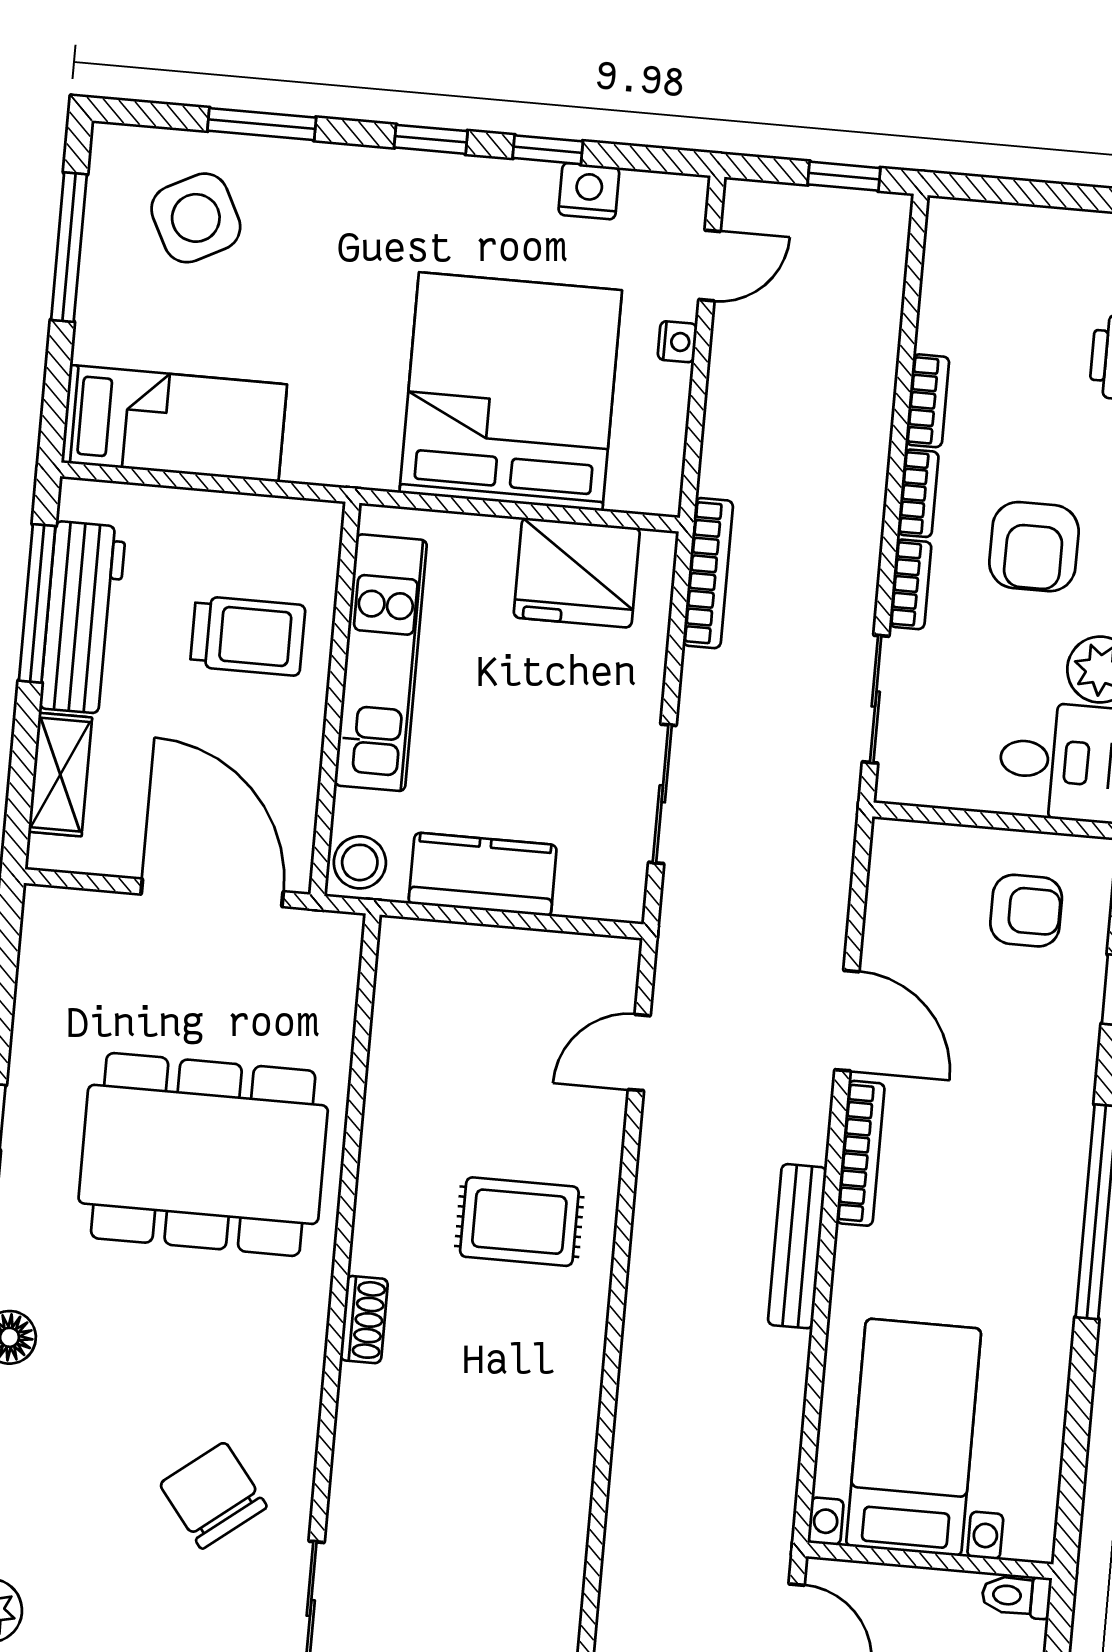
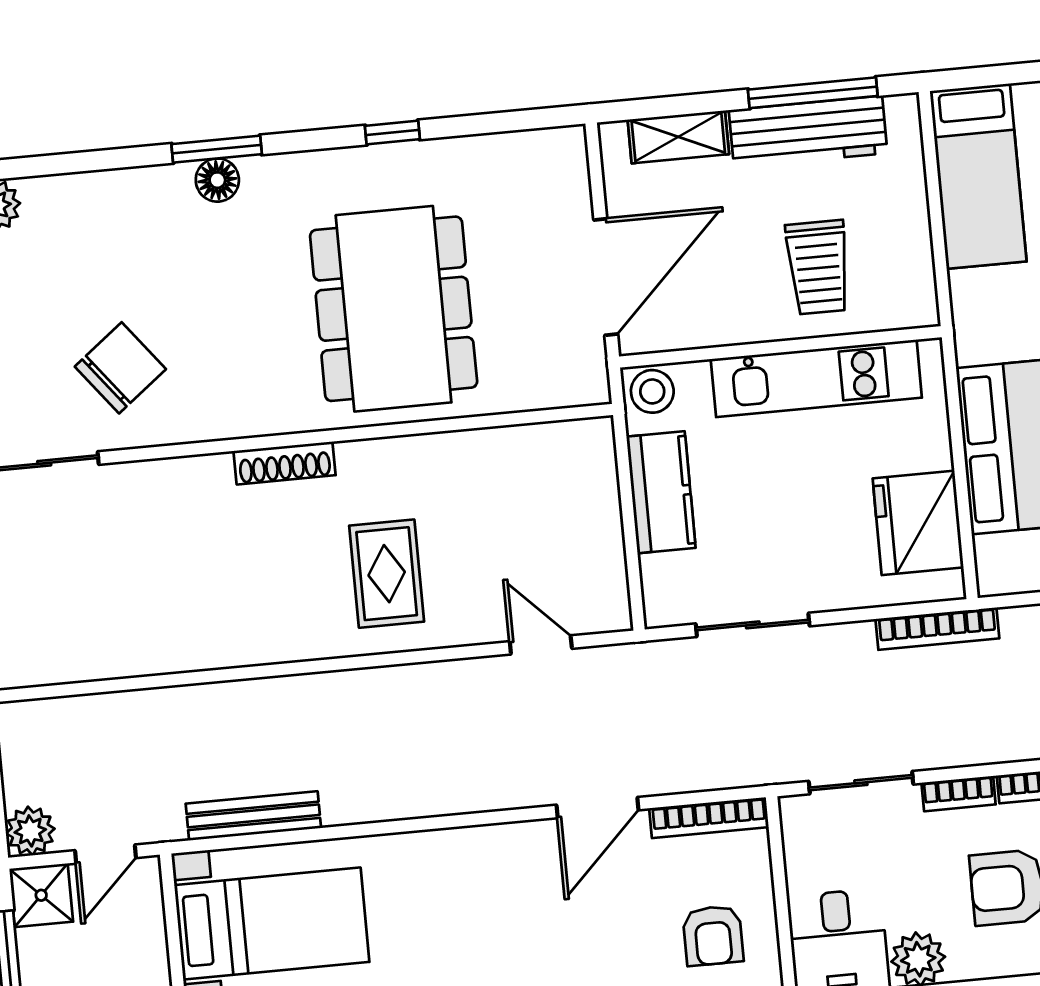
bookcase: (860, 1153) -> (709, 818), moved
bench: (797, 1246) -> (253, 816), moved
shoe rack: (364, 1320) -> (285, 463), width x1.43

